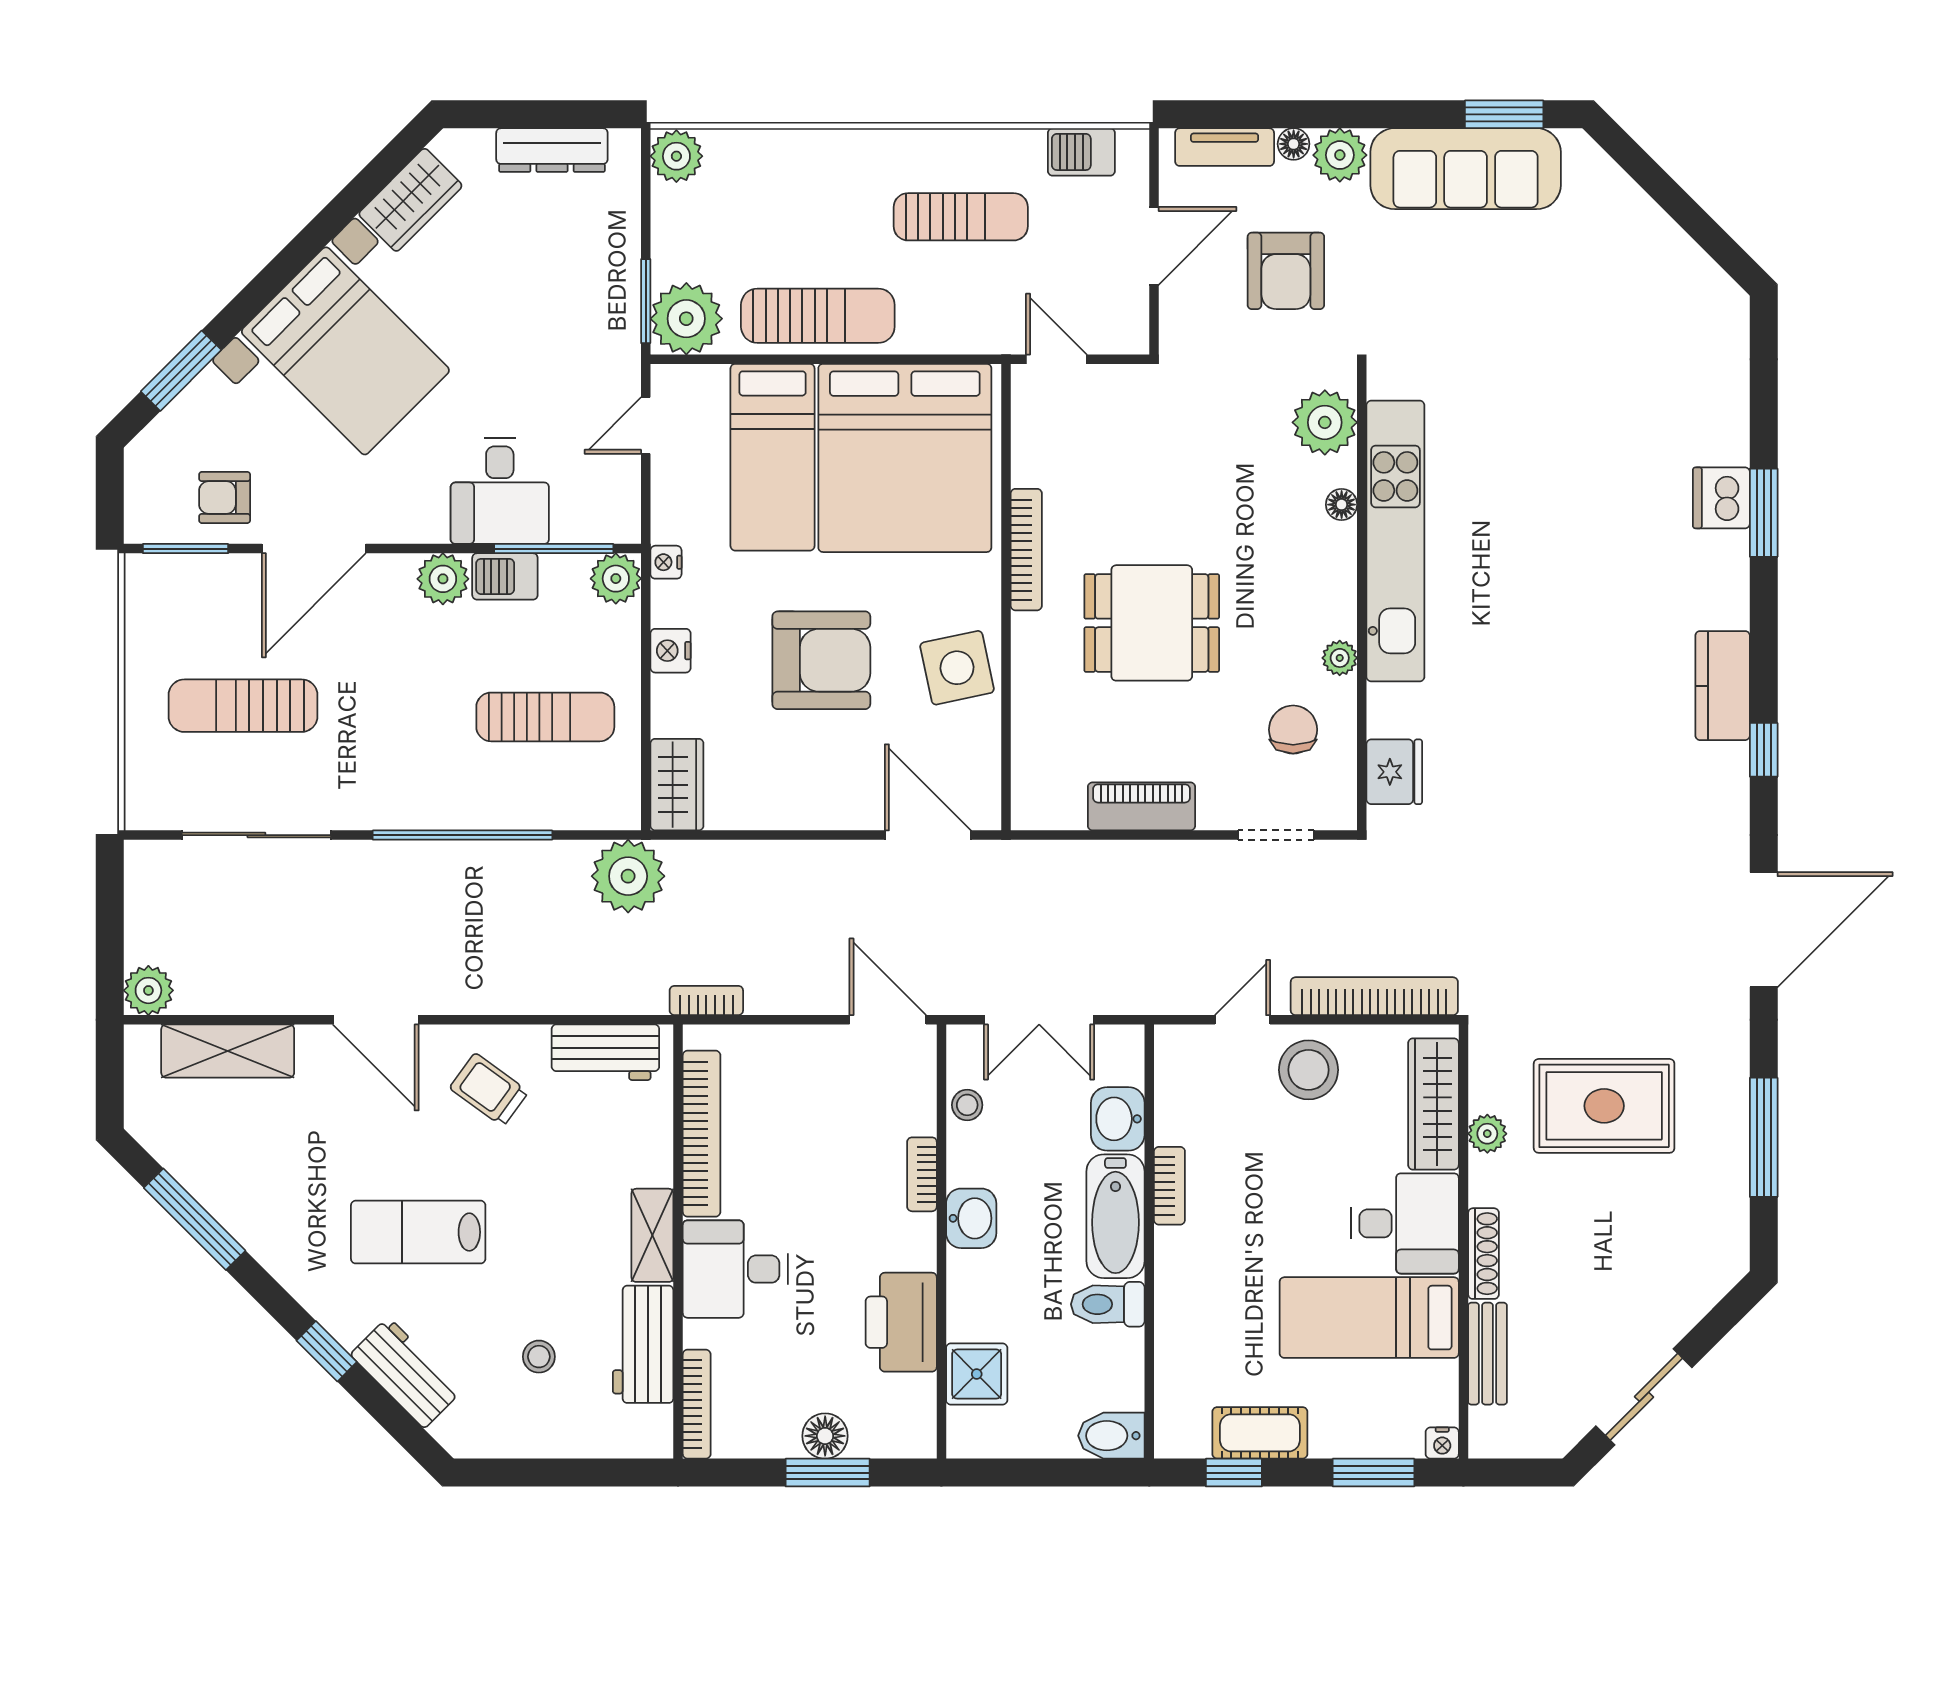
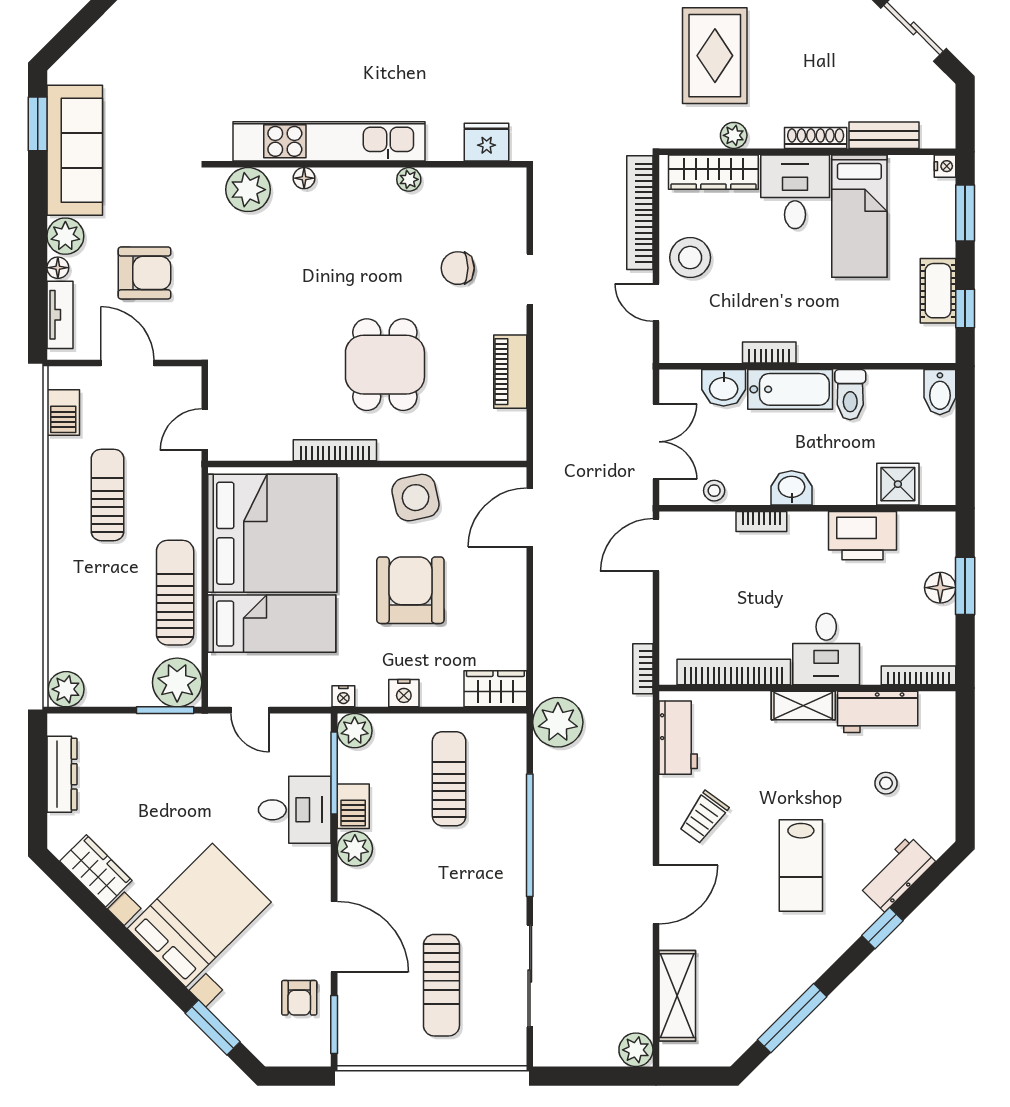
plant: (1325, 422) -> (248, 190), moved
floor lamp: (1342, 505) -> (304, 178), moved
kitchen unit: (1395, 541) -> (329, 141), moved
wall: (1362, 597) -> (367, 164), moved
plant: (1340, 658) -> (409, 179), moved
fridge: (1394, 772) -> (487, 142), moved

